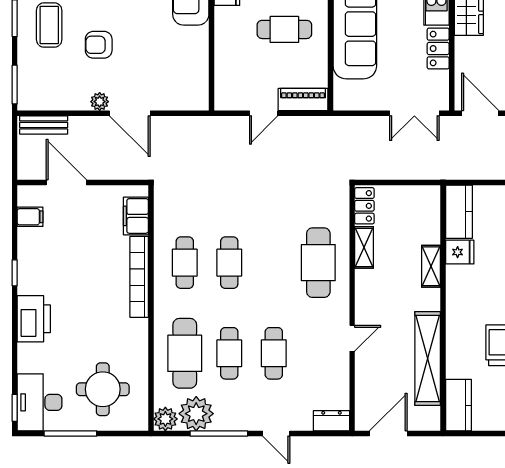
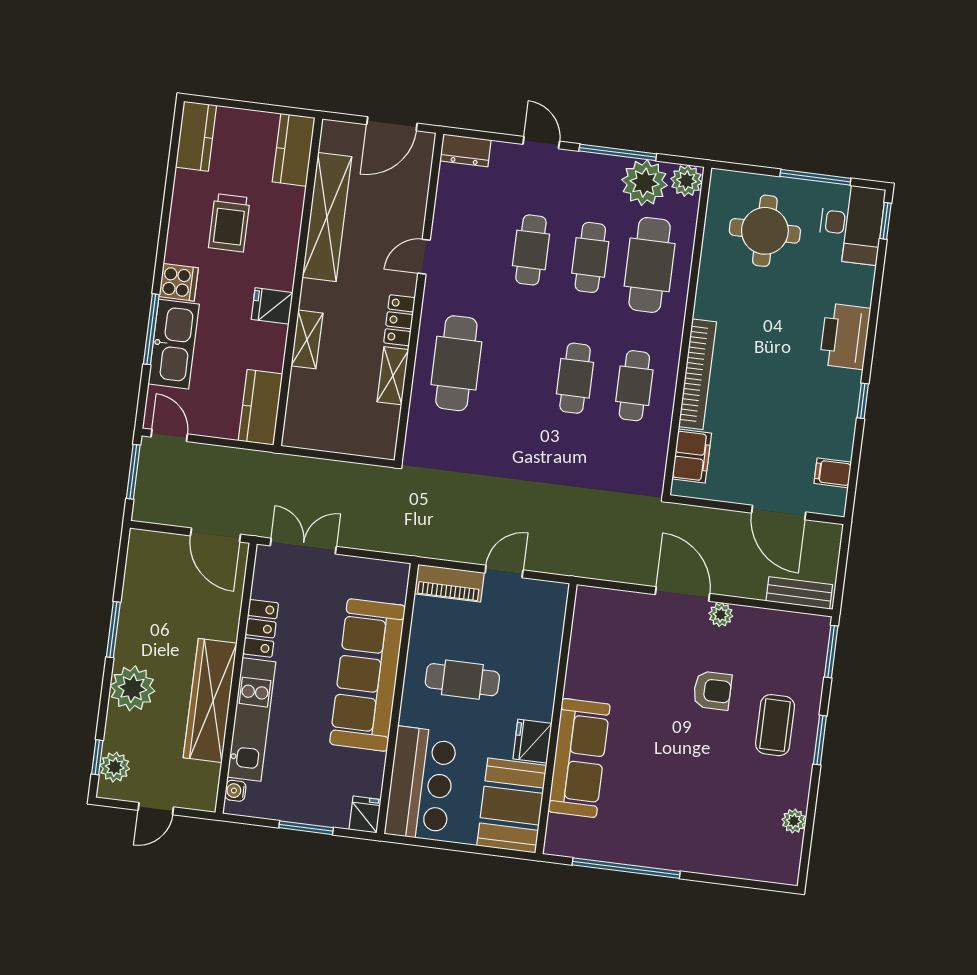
locker: (364, 206) -> (399, 320), moved
fridge: (460, 252) -> (272, 306), moved

